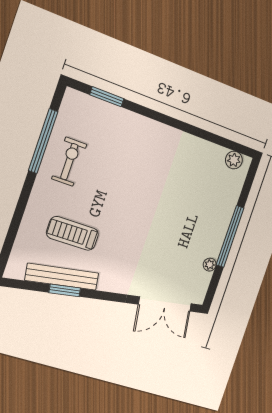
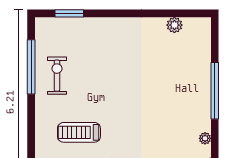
plant: (234, 160) -> (174, 25), moved
plant: (210, 265) -> (205, 138), moved

